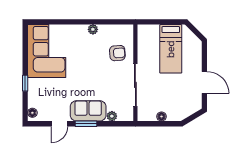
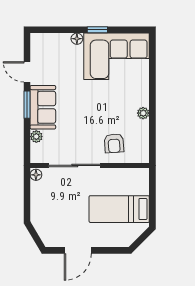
window: (25, 83) -> (97, 30), moved
floor lamp: (32, 113) -> (77, 39), moved
floor lamp: (161, 116) -> (36, 175), moved

